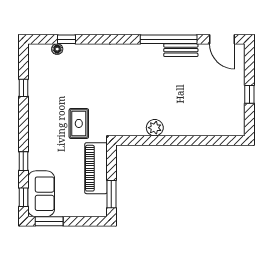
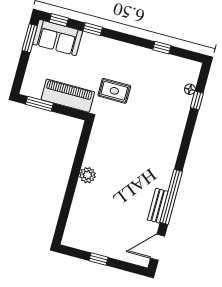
plant: (155, 128) -> (87, 175), moved

